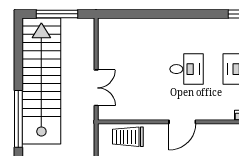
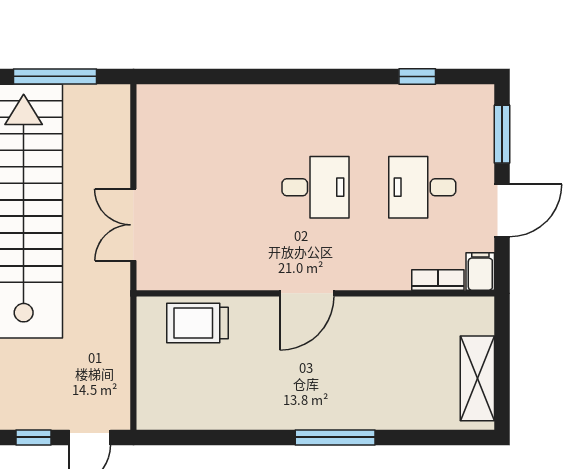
double door: (96, 88) -> (133, 225), swing flipped

